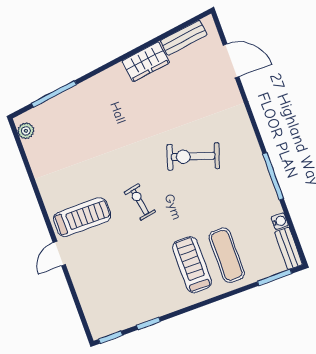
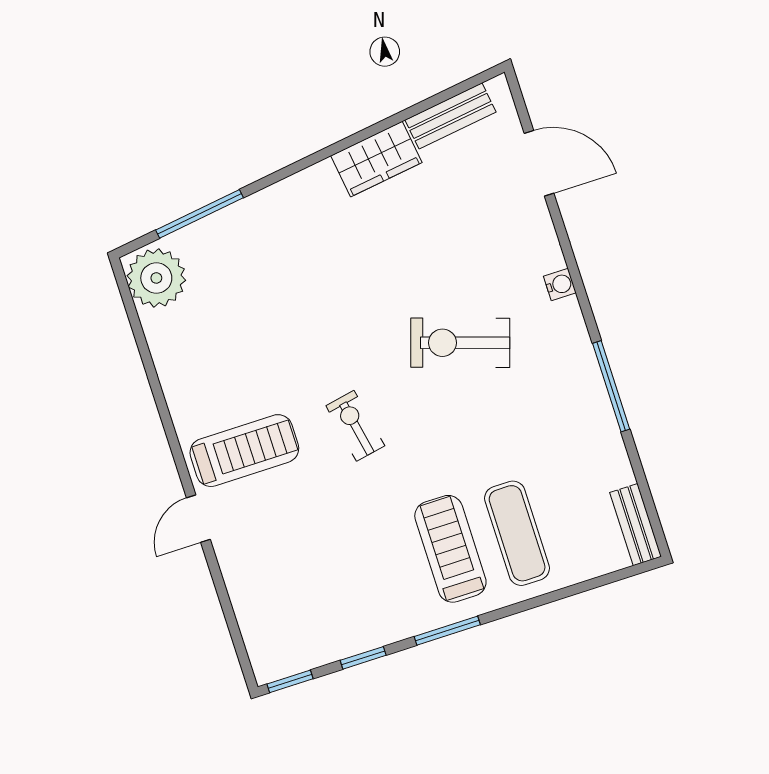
plant: (26, 131) -> (156, 278), width x1.87, depth x1.87
water cooler: (280, 221) -> (560, 284), moved
window: (275, 278) -> (447, 631), moved

